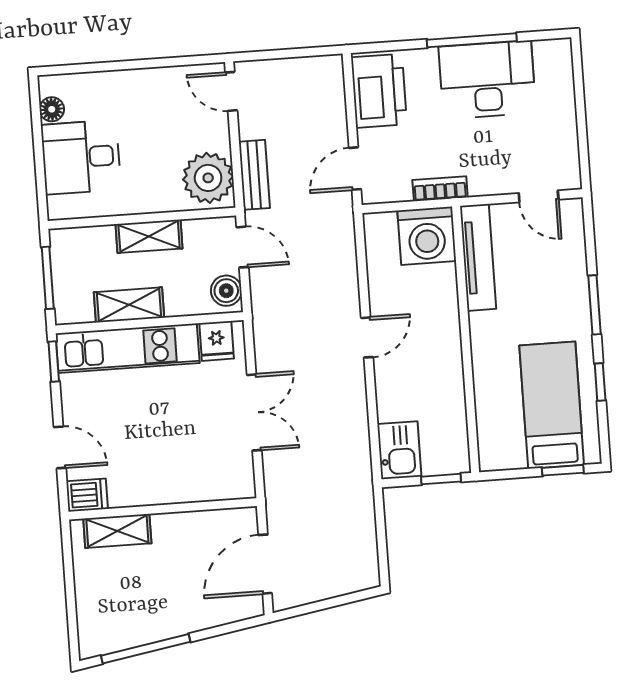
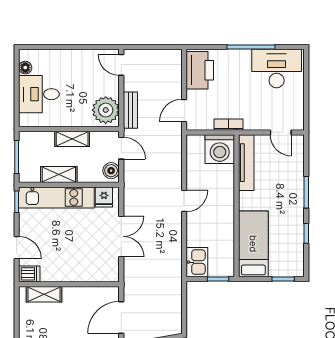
desk: (487, 80) -> (277, 68), moved
bed: (552, 405) -> (253, 244), moved

